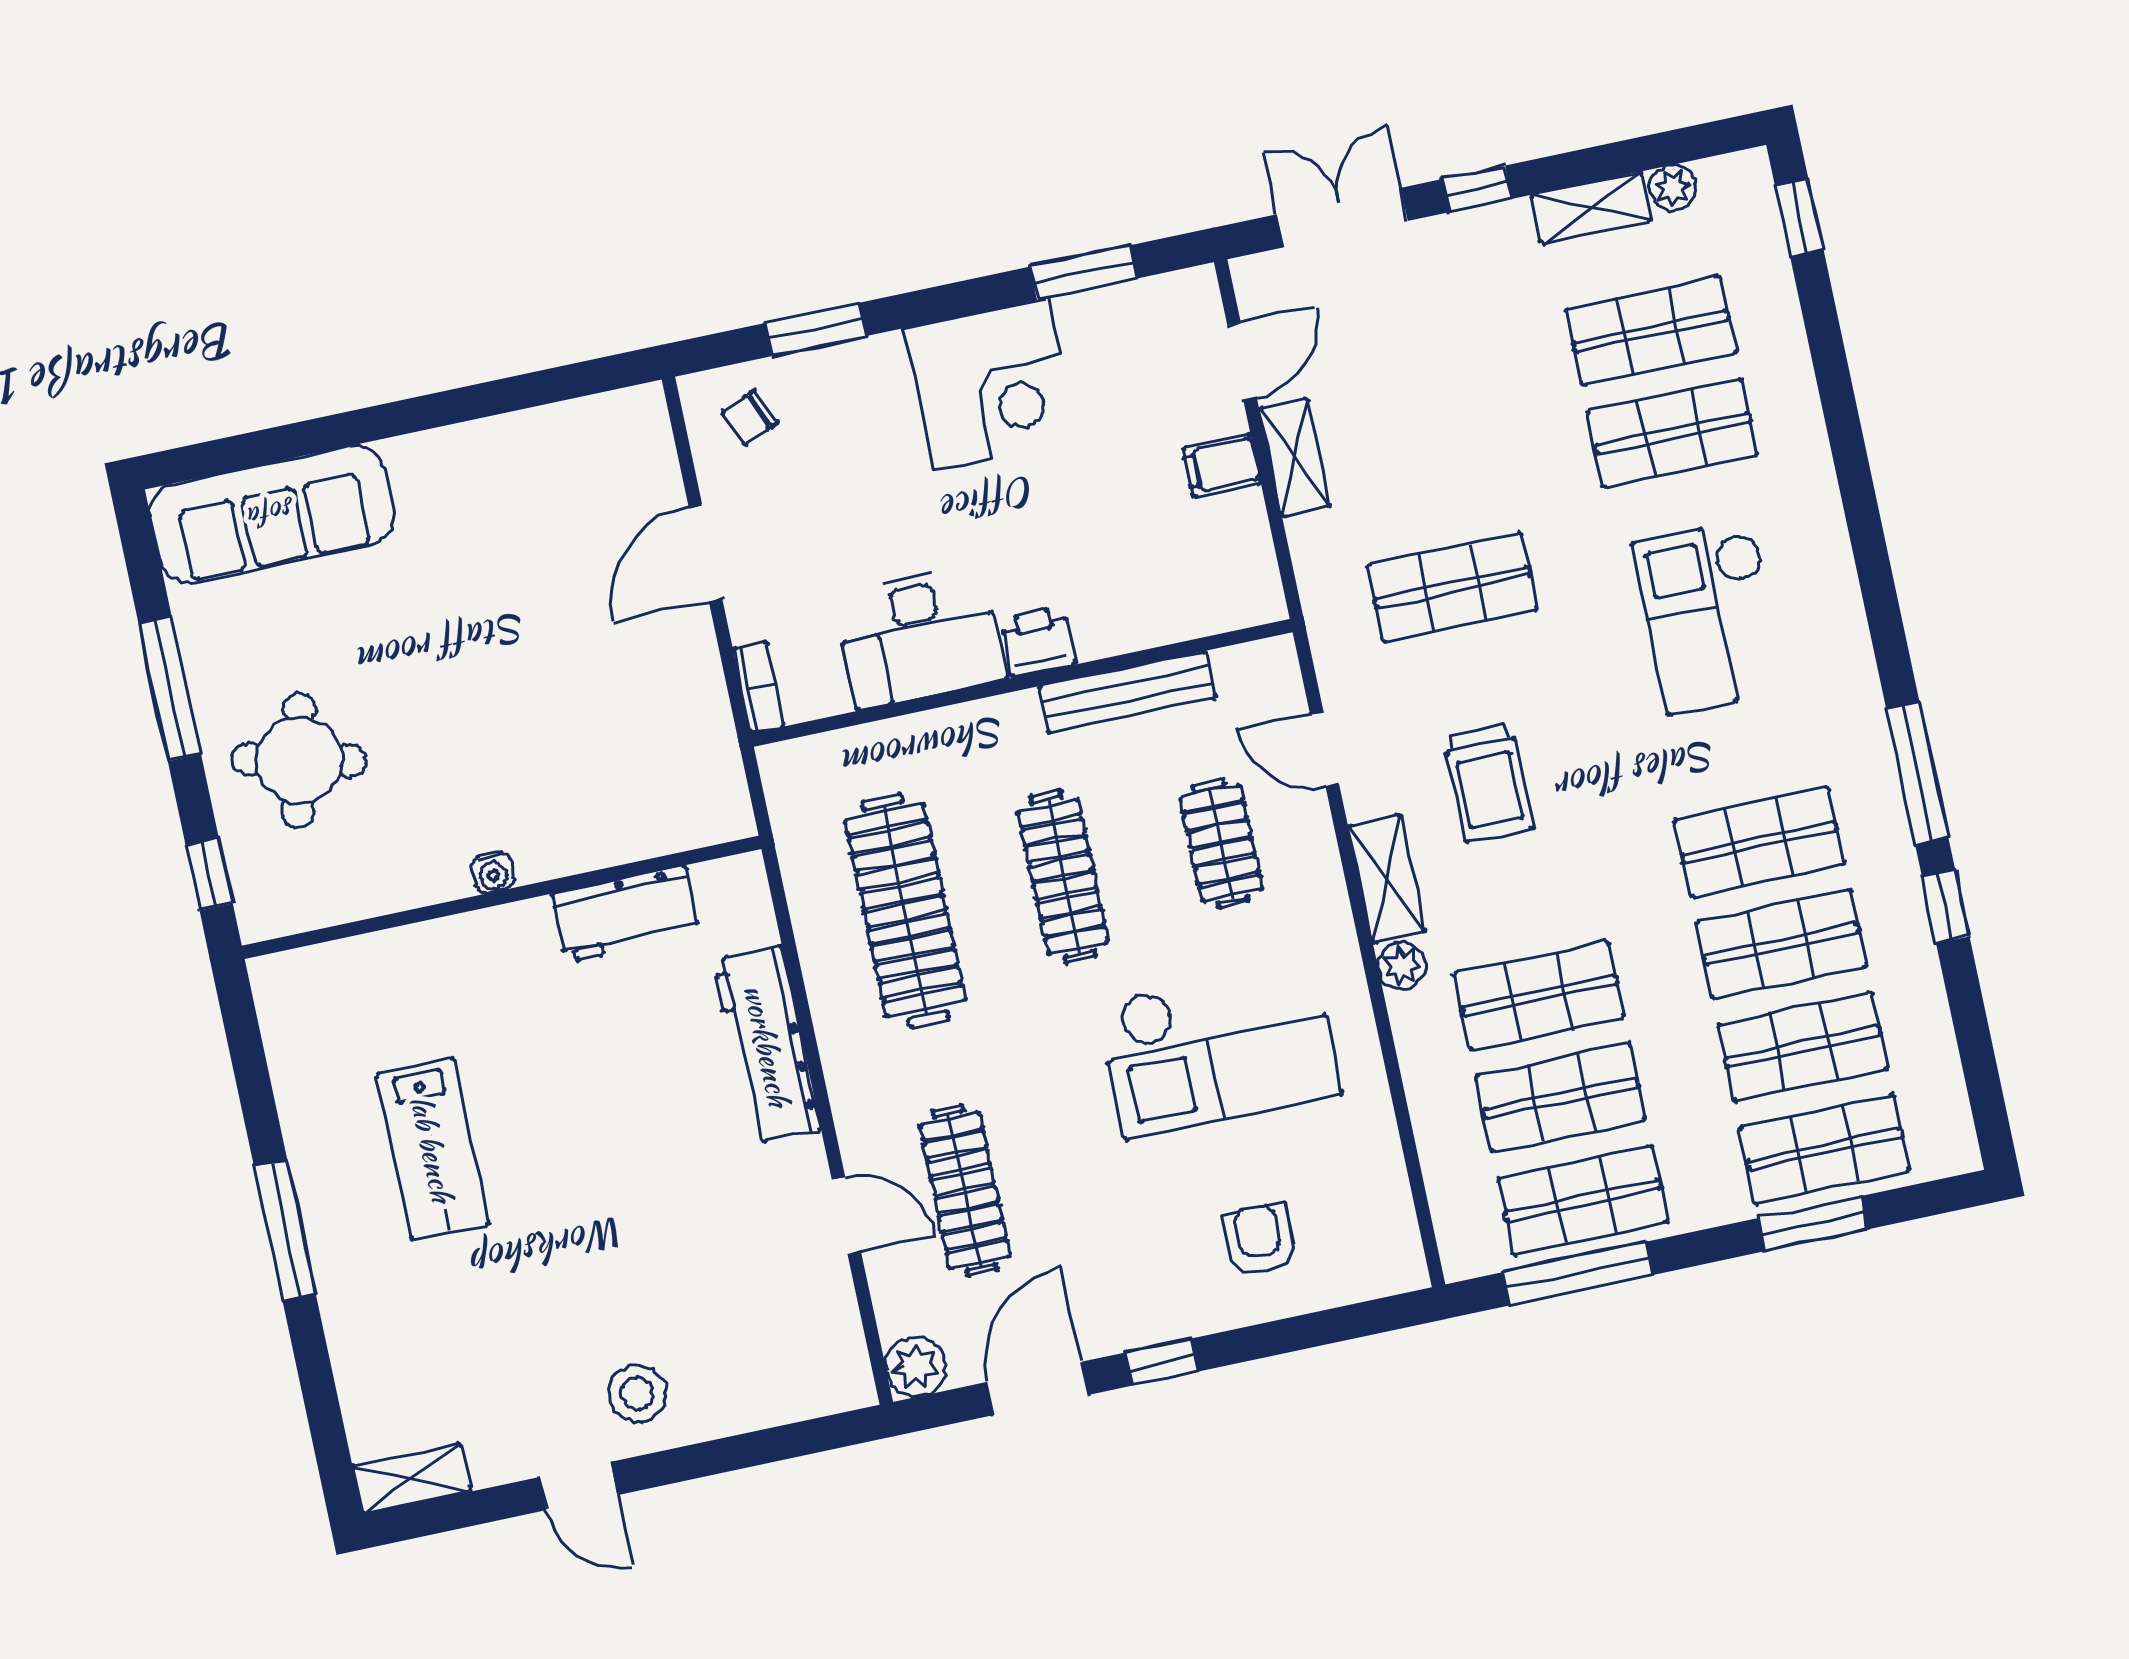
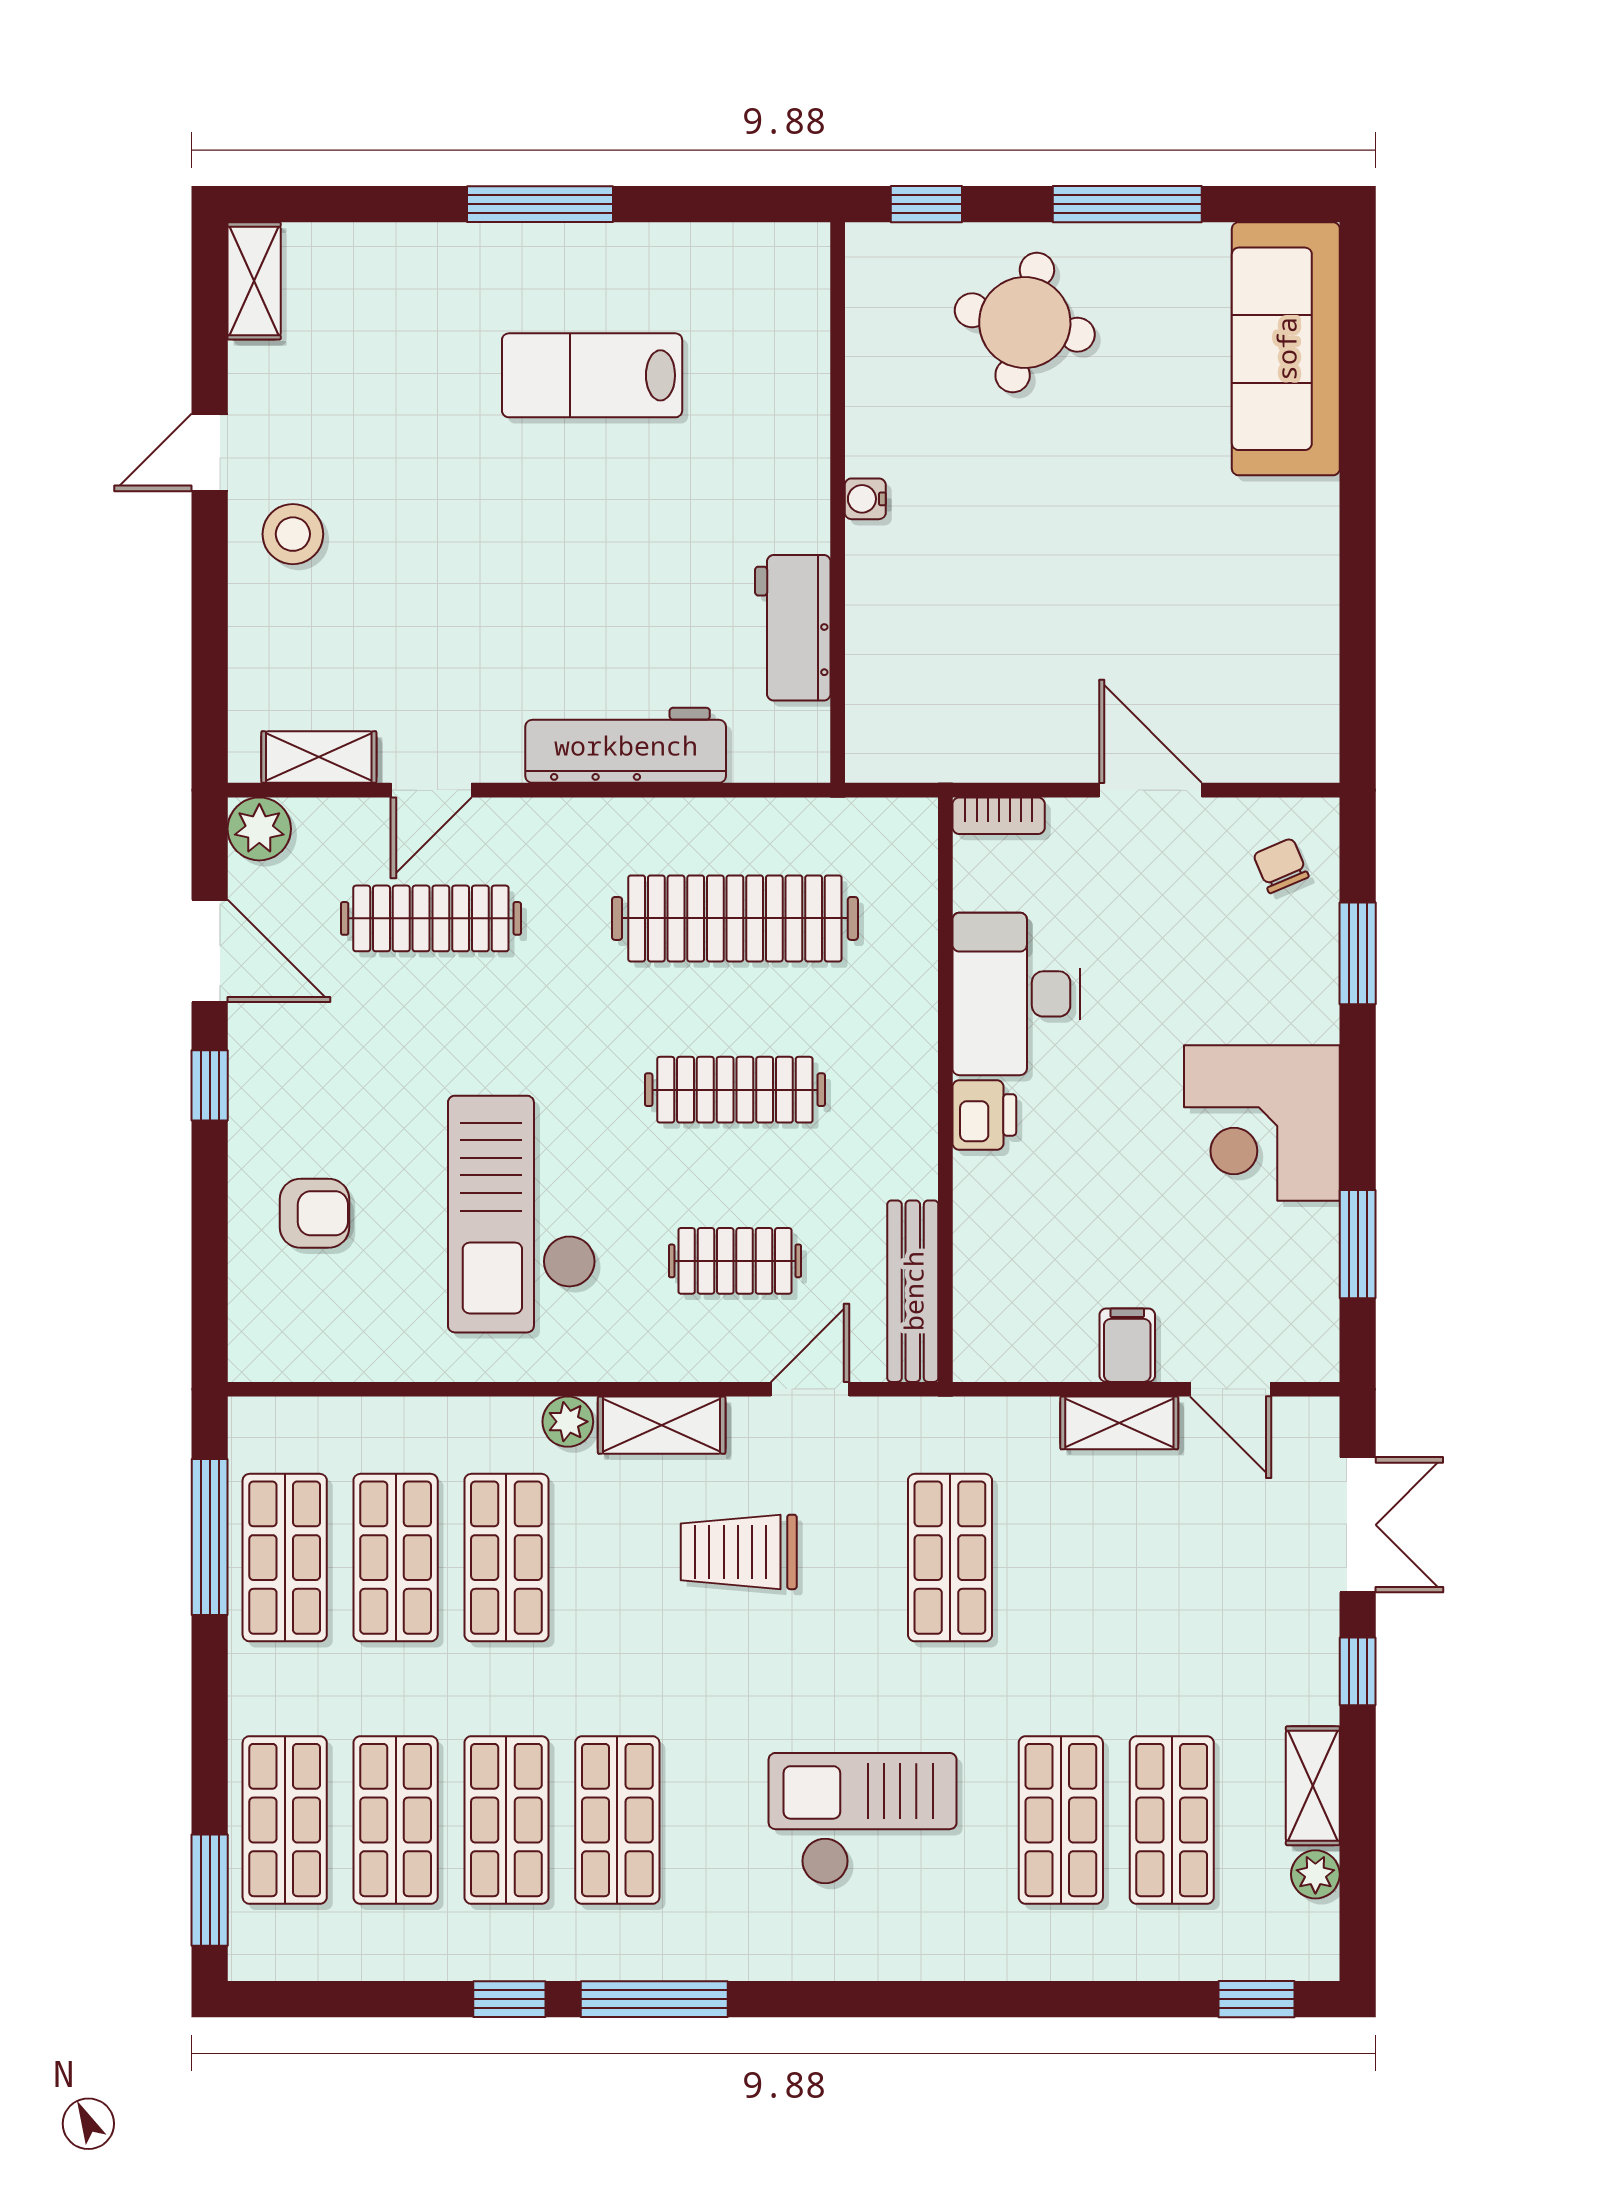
bench: (1127, 692) -> (913, 1291), moved
window: (1813, 1224) -> (210, 1890), moved
shelving: (838, 1326) -> (319, 757), added

